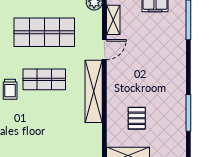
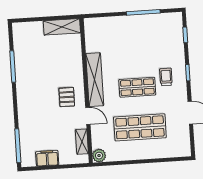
door: (104, 50) -> (88, 116), swing flipped
pallet: (137, 118) -> (67, 97), moved

